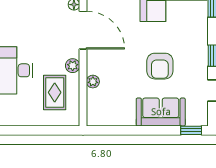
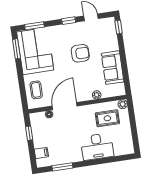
plant: (73, 66) -> (123, 104), moved
sofa: (161, 112) -> (113, 68), moved

